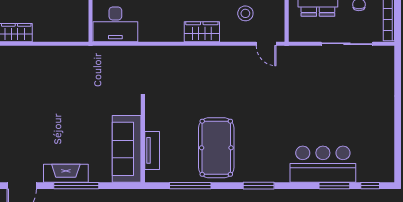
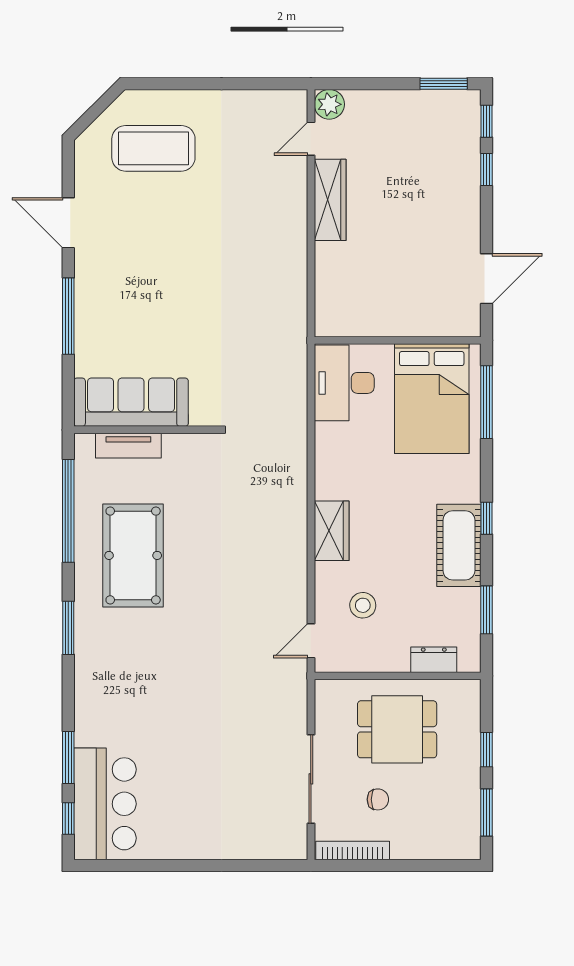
pool table: (216, 148) -> (133, 555), turned 90
bar counter: (323, 164) -> (105, 804), moved
fireplace: (66, 173) -> (90, 298), removed
window: (190, 186) -> (68, 511), width x1.46

